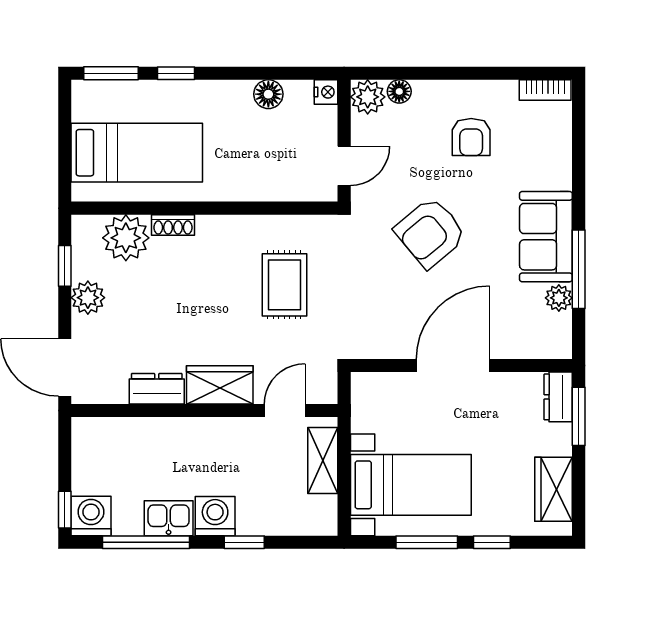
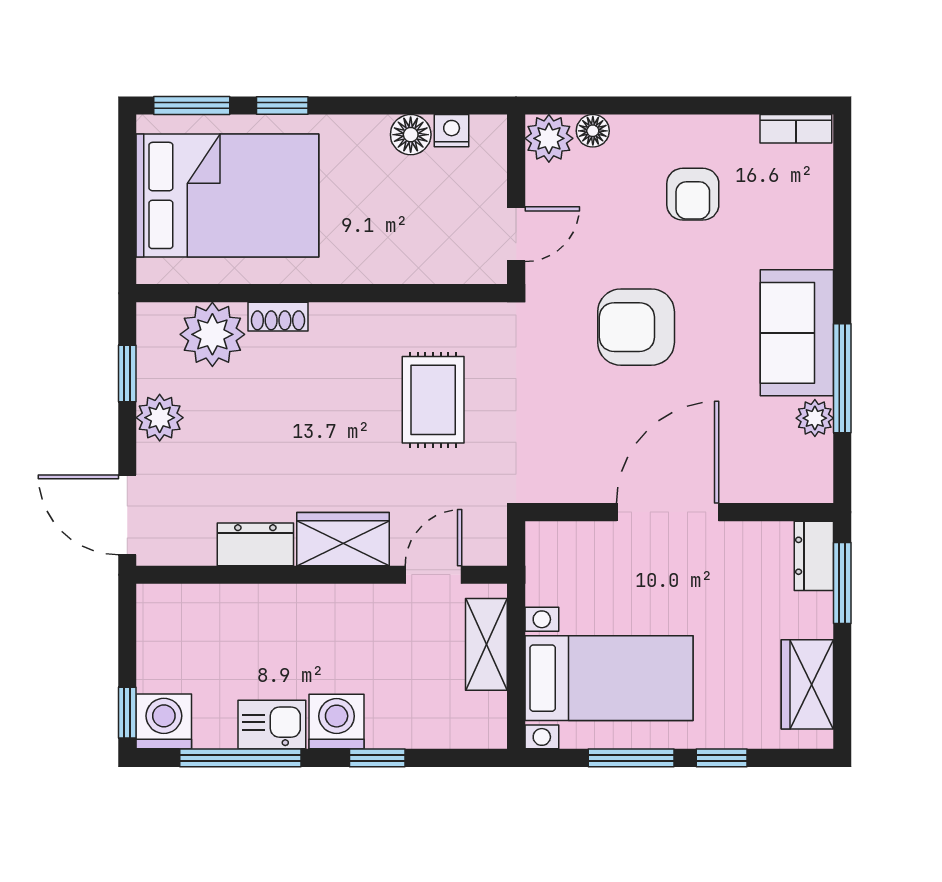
nightstand: (326, 92) -> (452, 131), moved, turned -90
bed: (137, 153) -> (227, 195), width x1.50
armchair: (430, 233) -> (636, 327), turned 40

